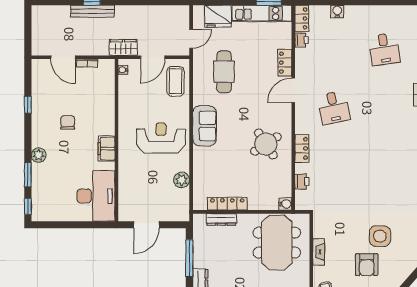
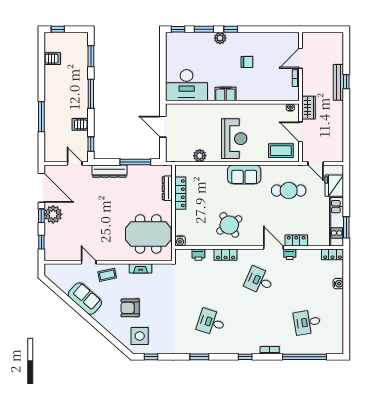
printer: (301, 40) -> (290, 254), moved
window: (28, 105) -> (231, 29), moved
desk: (334, 108) -> (259, 281), turned 36
desk: (384, 166) -> (211, 322), added
side table: (380, 236) -> (140, 336), moved

